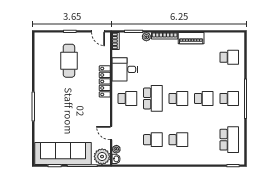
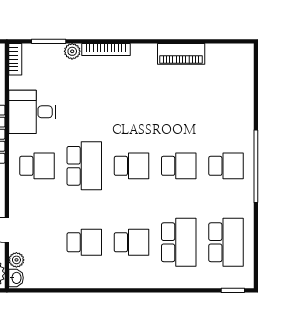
piano: (191, 38) -> (181, 54), moved
school desk: (229, 57) -> (179, 242), moved, width x1.85

